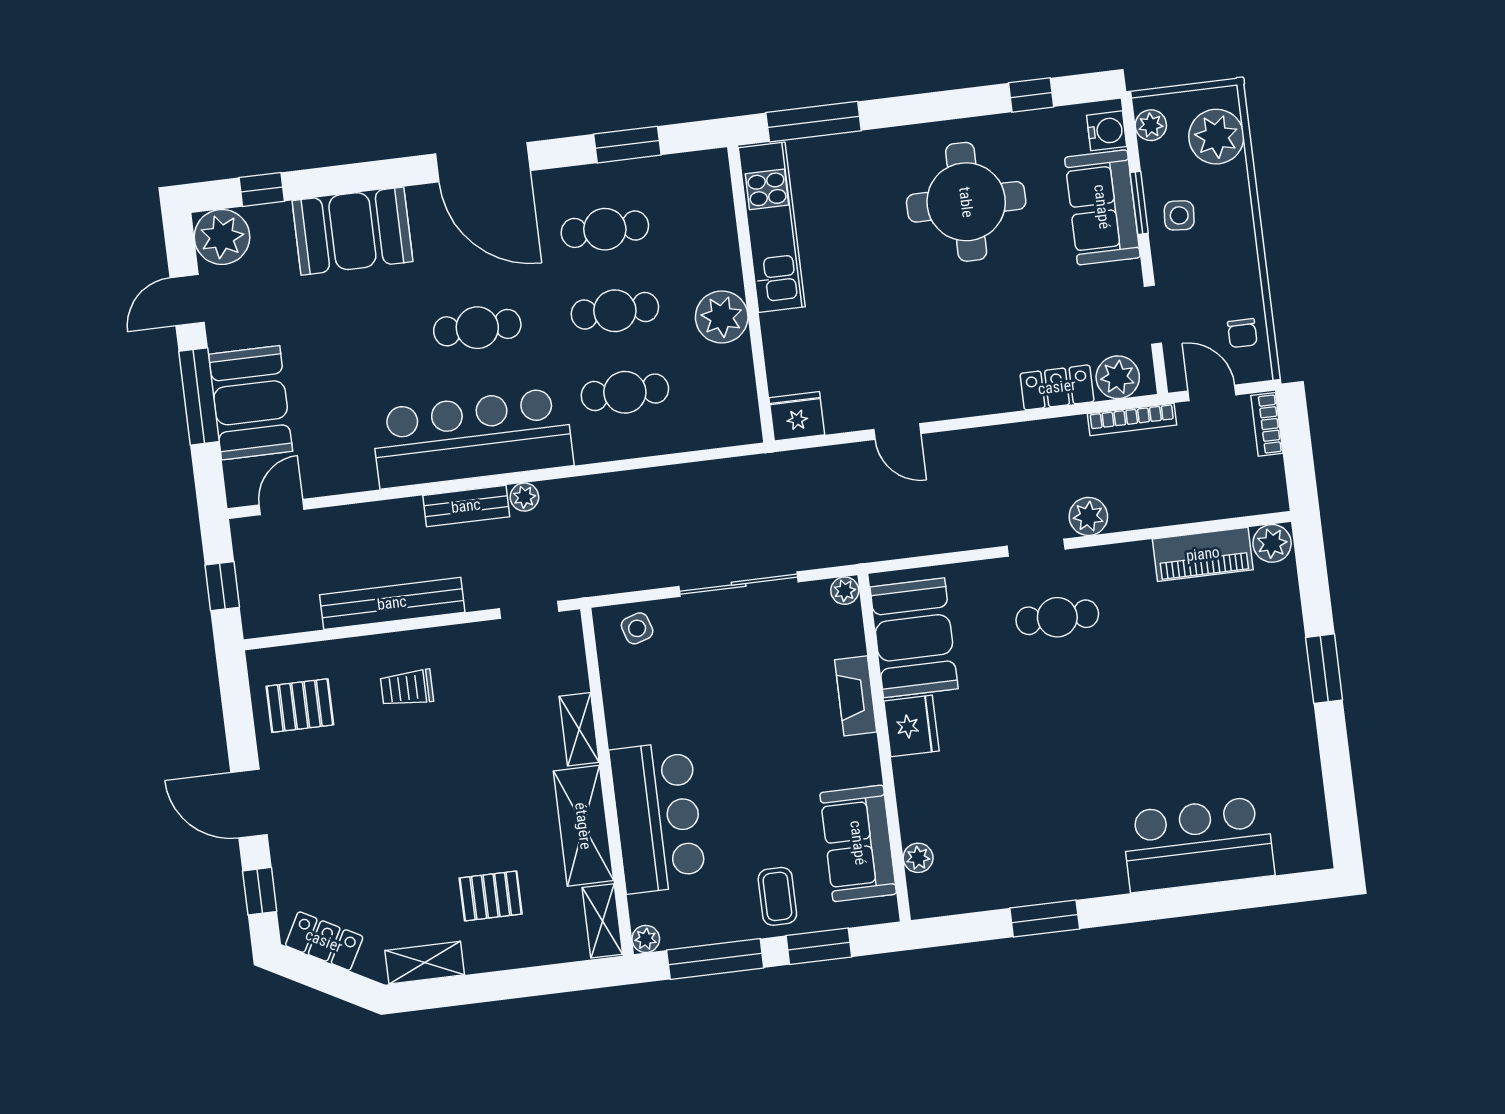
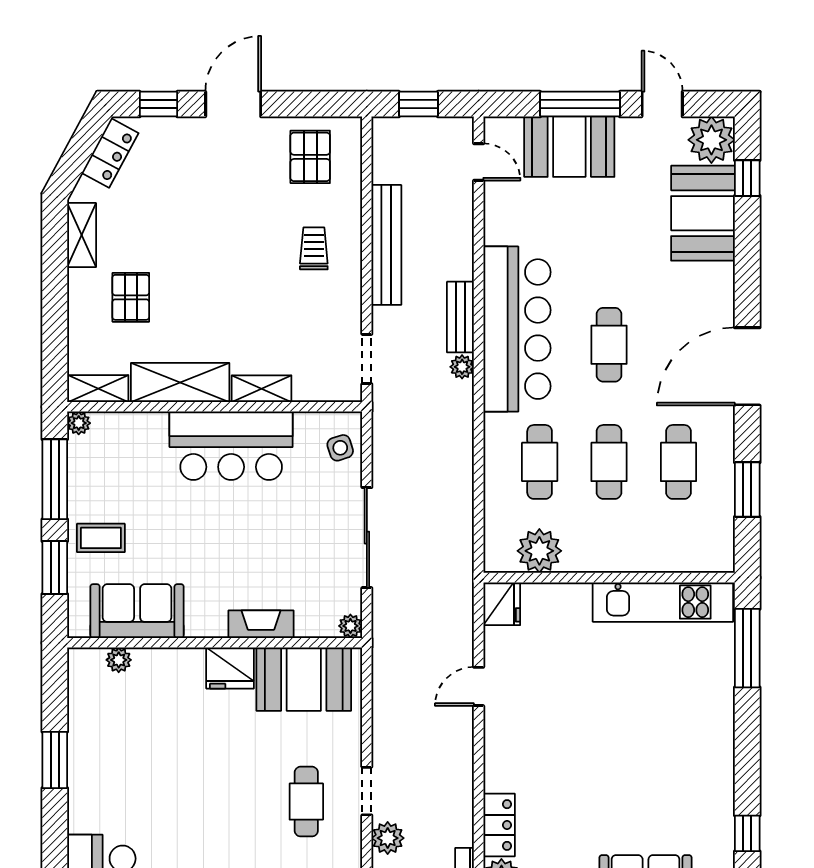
round table: (966, 202) -> (664, 768), removed
booth: (352, 231) -> (703, 213), moved
plant: (722, 317) -> (539, 551), moved
bar counter: (658, 817) -> (231, 446), moved

